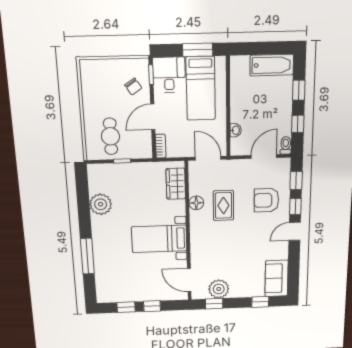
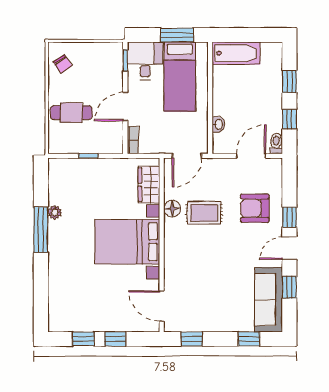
bathtub: (272, 65) -> (236, 53), moved
chair: (133, 87) -> (63, 64), moved
cafe table: (110, 136) -> (71, 113), moved, turned 90
door: (208, 158) -> (187, 156), swing flipped
window: (296, 181) -> (289, 287), moved
plant: (101, 204) -> (55, 212), width x0.53, depth x0.53
rug: (223, 205) -> (204, 213), turned 90
bed with nightstands: (159, 239) -> (127, 242), width x1.36
window: (87, 256) -> (41, 230), moved
sofa: (277, 278) -> (269, 300), width x1.36
plant: (219, 289) -> (198, 319), removed

